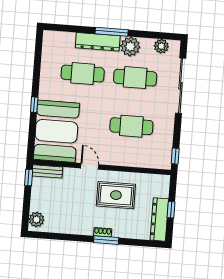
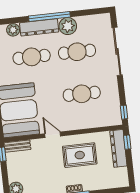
window: (112, 32) -> (49, 17), width x1.46
plant: (161, 46) -> (13, 30), moved
window: (171, 210) -> (127, 142), moved
dresser: (159, 219) -> (118, 148), moved

